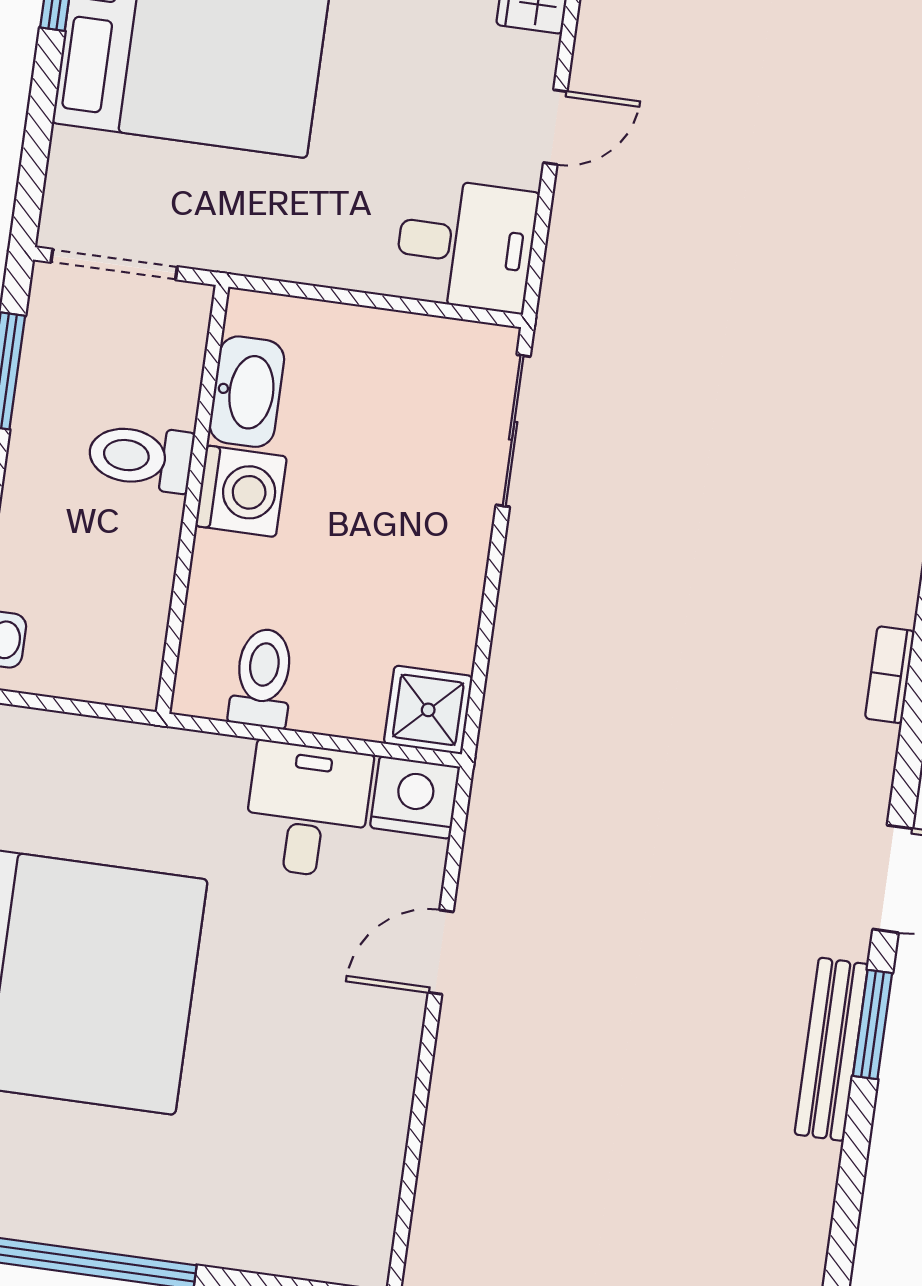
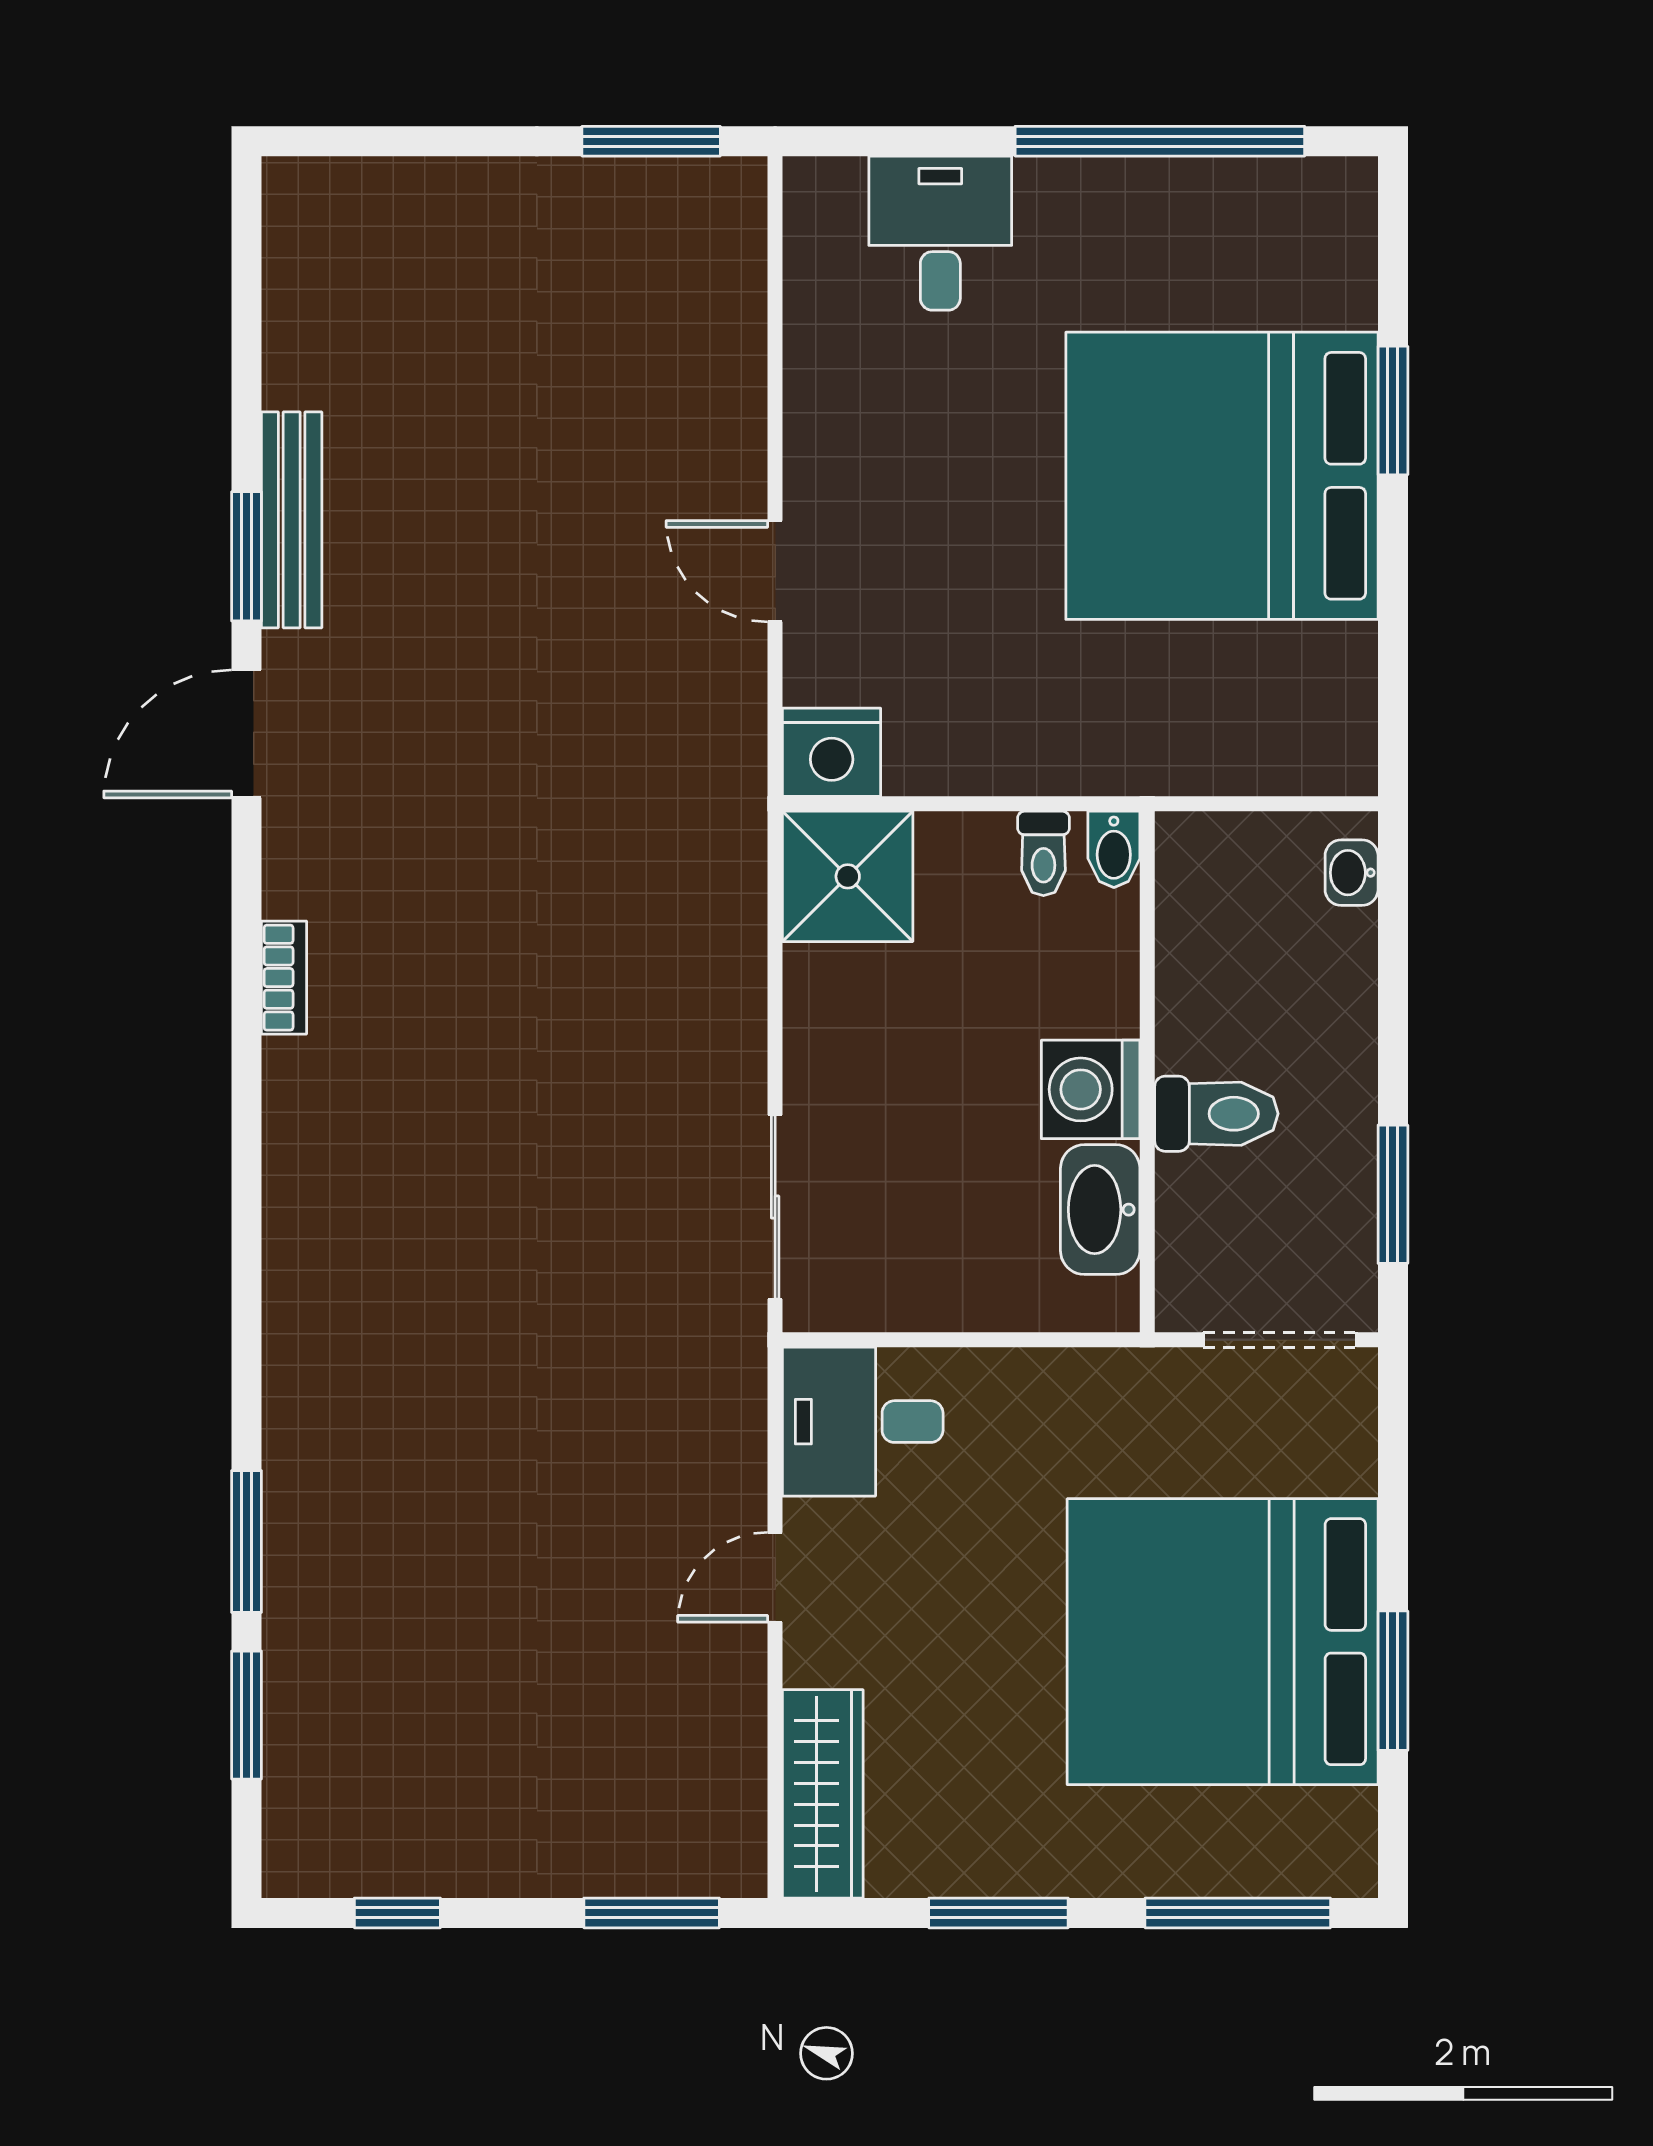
toilet: (263, 678) -> (1043, 853), width x0.73, depth x0.72
bidet: (195, 686) -> (1114, 849), added
shower: (428, 710) -> (848, 876), width x1.36, depth x1.36
desk: (307, 810) -> (940, 233), moved, turned 180
door: (441, 952) -> (775, 571), swing flipped

